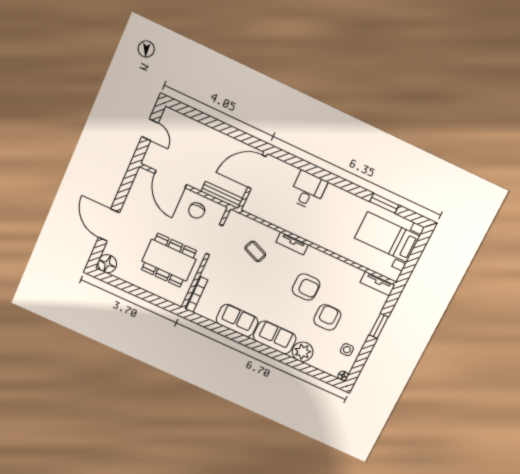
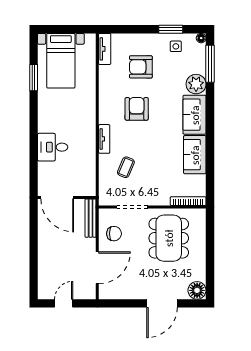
armchair: (327, 317) -> (141, 67), moved
window: (379, 326) -> (171, 29), moved
window: (315, 373) -> (210, 64), added

